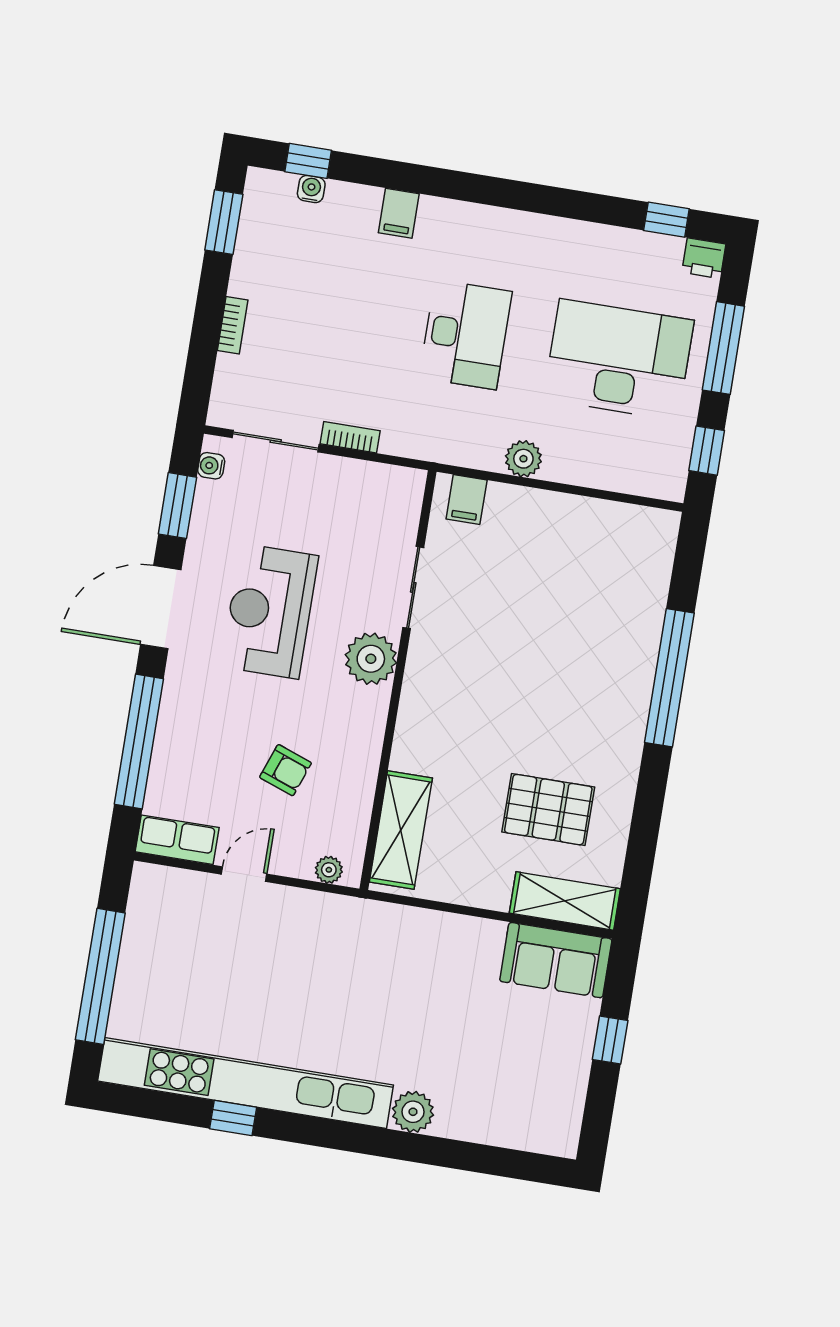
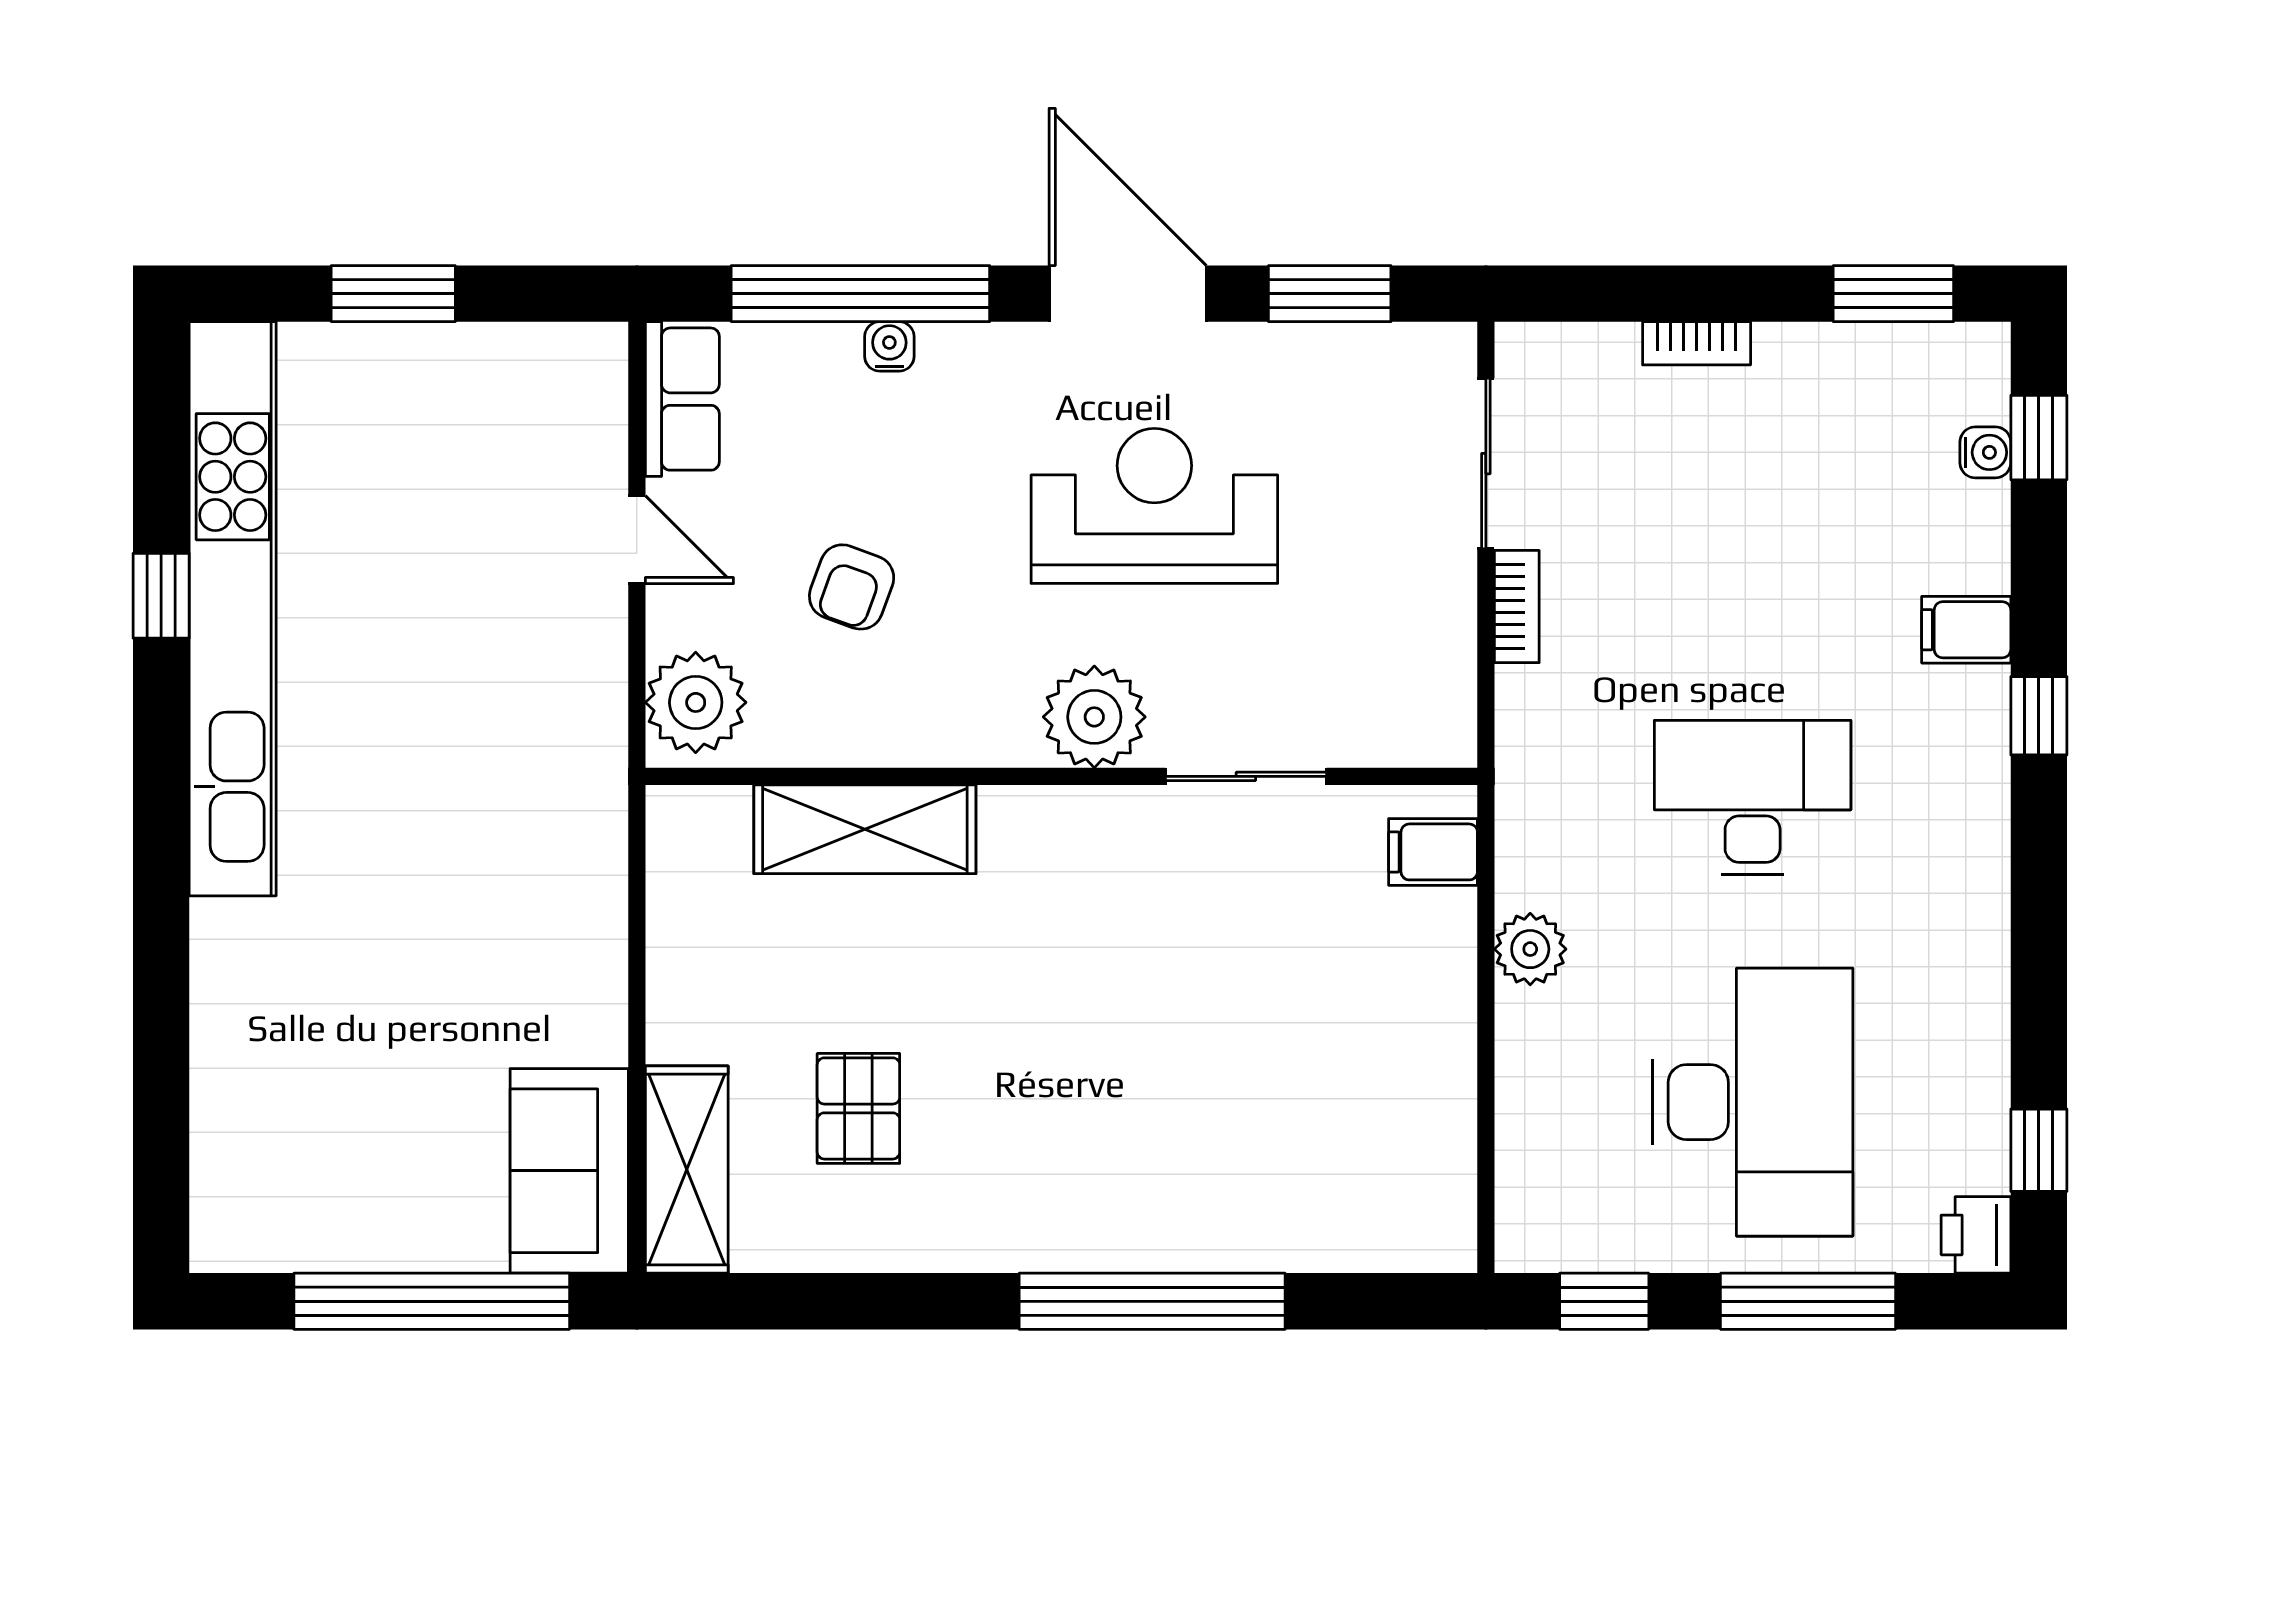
window: (448, 184) -> (2039, 716), added
desk: (466, 334) -> (1753, 797), turned 180
water cooler: (211, 466) -> (889, 346), moved
pallet: (548, 810) -> (858, 1108), width x0.67, depth x0.71
shelving: (401, 830) -> (865, 829), moved
plant: (329, 870) -> (696, 702), width x1.88, depth x1.88
window: (100, 976) -> (393, 294), width x0.47
window: (610, 1040) -> (432, 1301), width x3.17
plant: (413, 1112) -> (230, 942), removed

